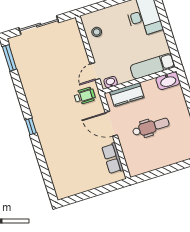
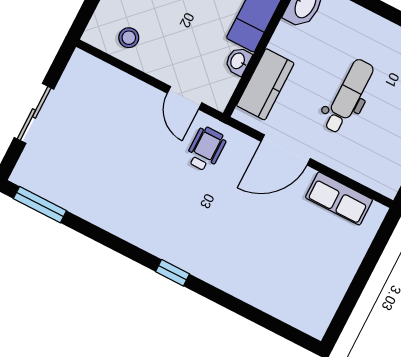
sliding door: (39, 25) -> (34, 113), width x0.73
washbasin: (111, 82) -> (238, 61), moved

